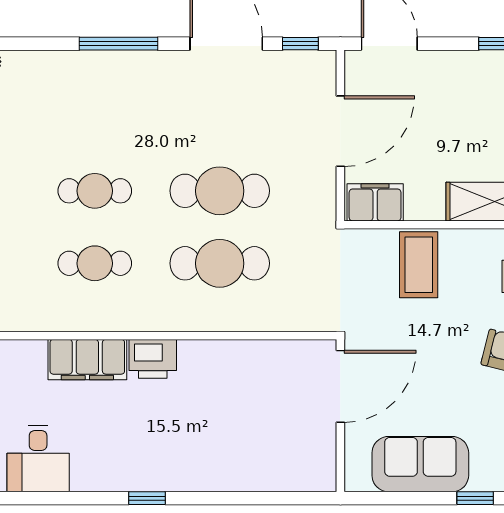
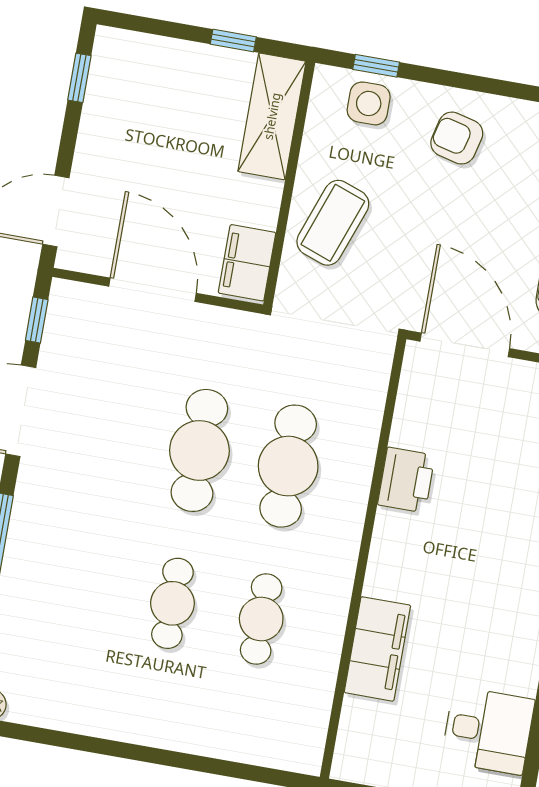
coffee table: (419, 265) -> (333, 223), turned -70
printer: (153, 359) -> (406, 480), moved

